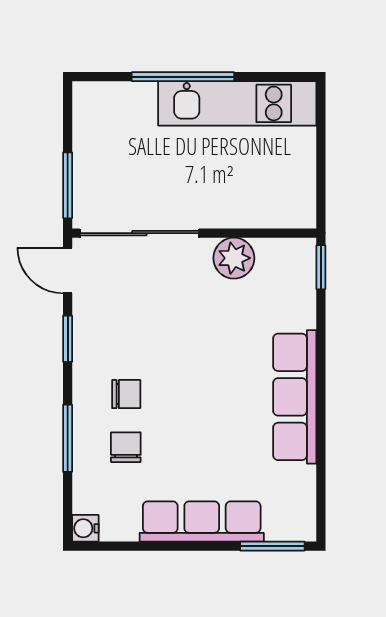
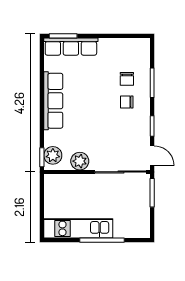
plant: (296, 271) -> (53, 155), added
row of seats: (202, 522) -> (71, 47), moved
water cooler: (85, 528) -> (144, 44), removed

